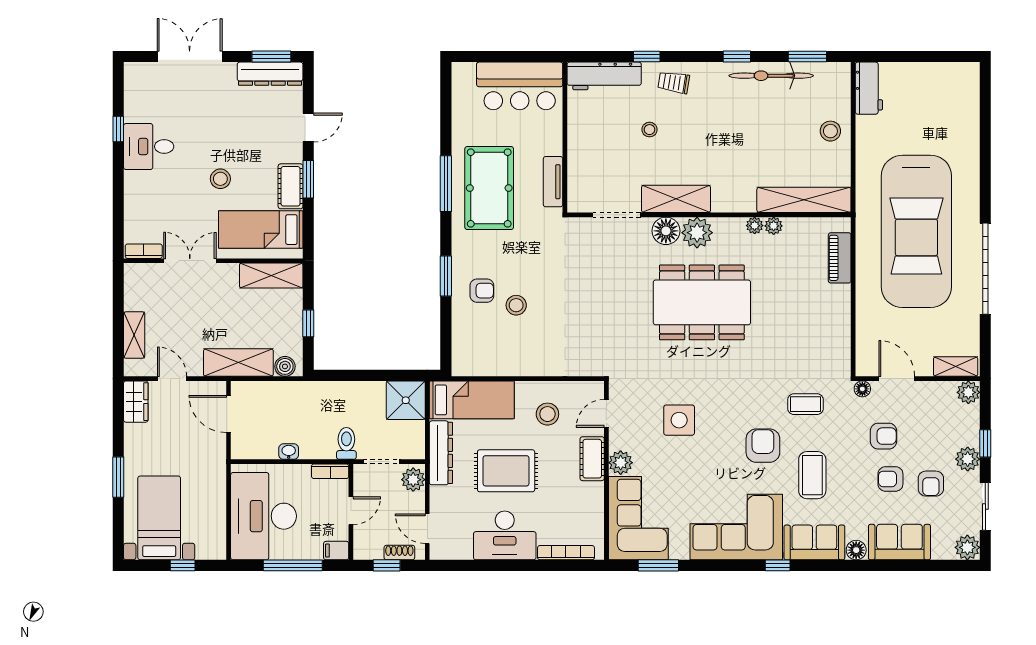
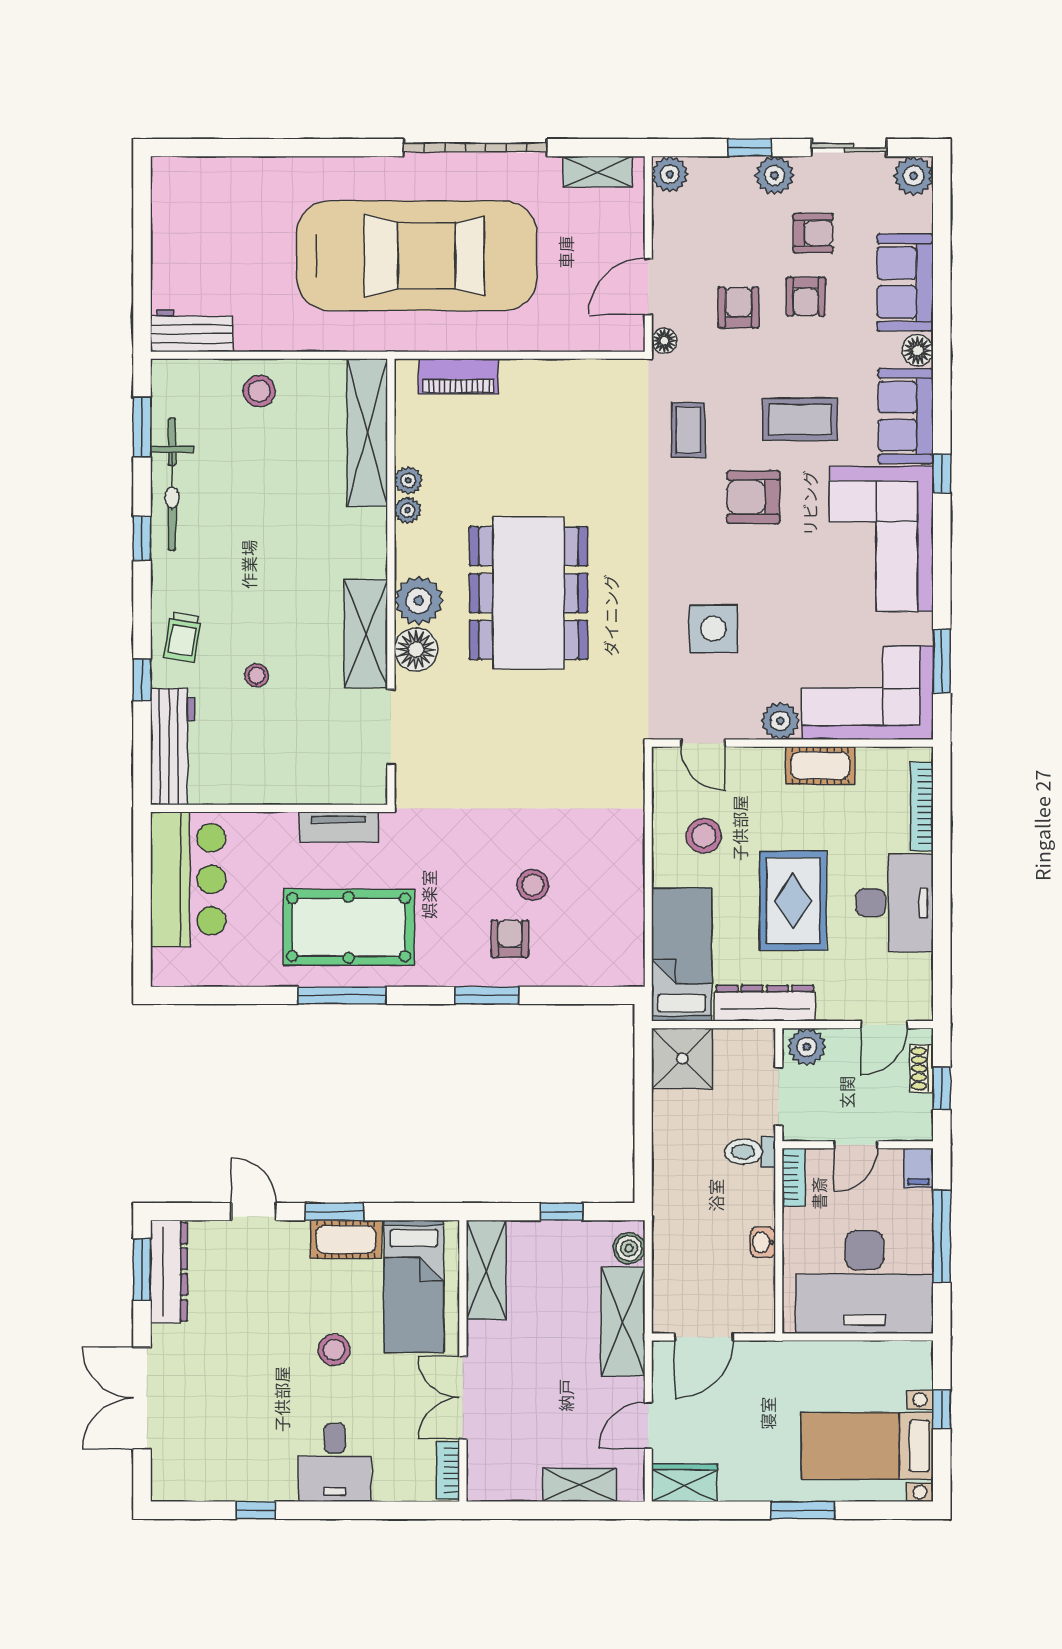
desk: (149, 147) -> (335, 1462), moved
shelving: (956, 367) -> (597, 172), moved, turned 90
cot: (592, 459) -> (820, 765), moved
door: (351, 511) -> (856, 1145), swing flipped

